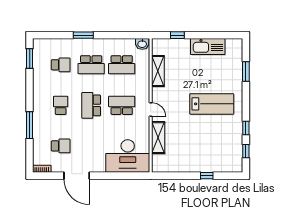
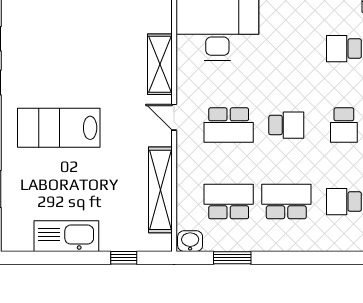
window: (83, 35) -> (232, 258), moved
shelving: (158, 71) -> (160, 190), width x1.47
school desk: (91, 105) -> (286, 125), width x0.54

